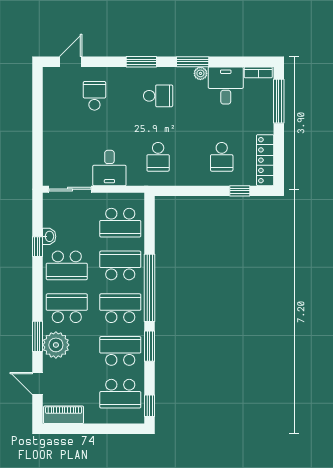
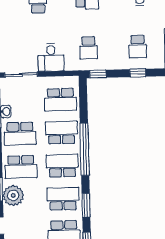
window: (169, 191) -> (98, 74), added
window: (240, 191) -> (138, 73), moved
school desk: (67, 308) -> (21, 167), turned 180
window: (150, 346) -> (86, 205), moved

